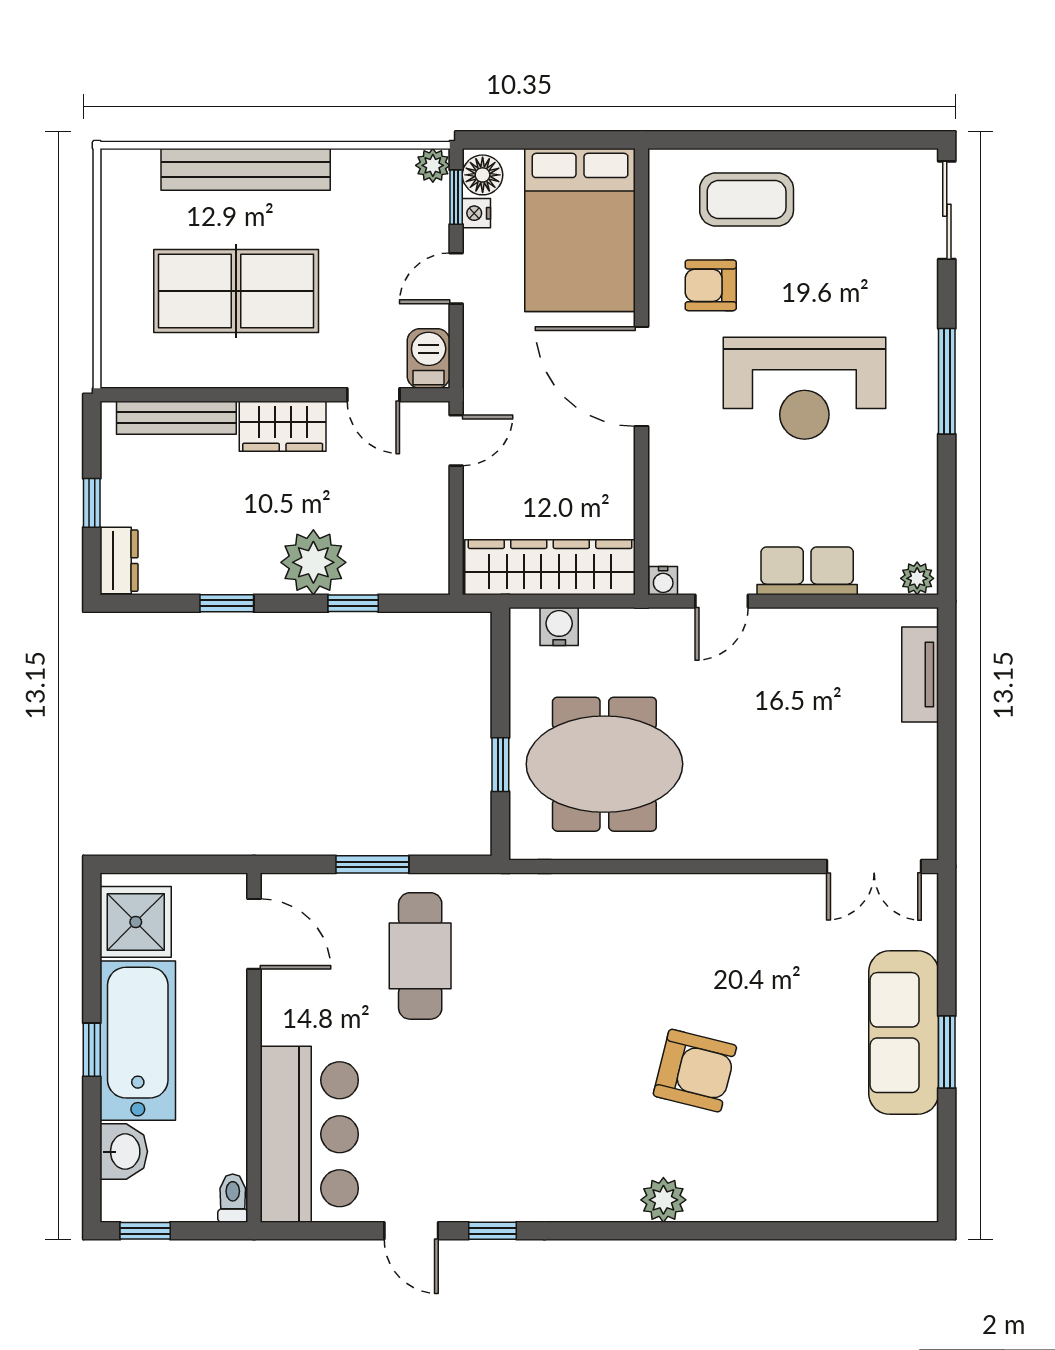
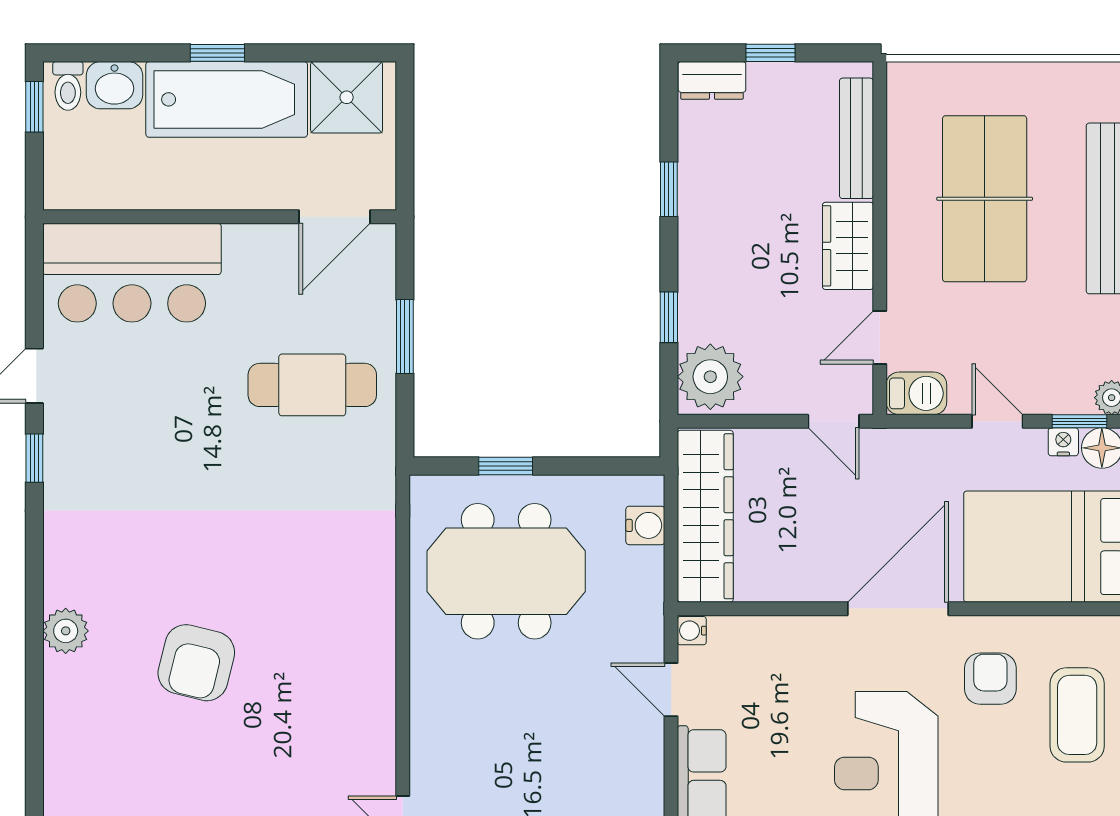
plant: (313, 562) -> (710, 377), moved
meeting table: (604, 764) -> (506, 571), turned 90
toilet: (233, 1198) -> (68, 86), moved, turned 90

